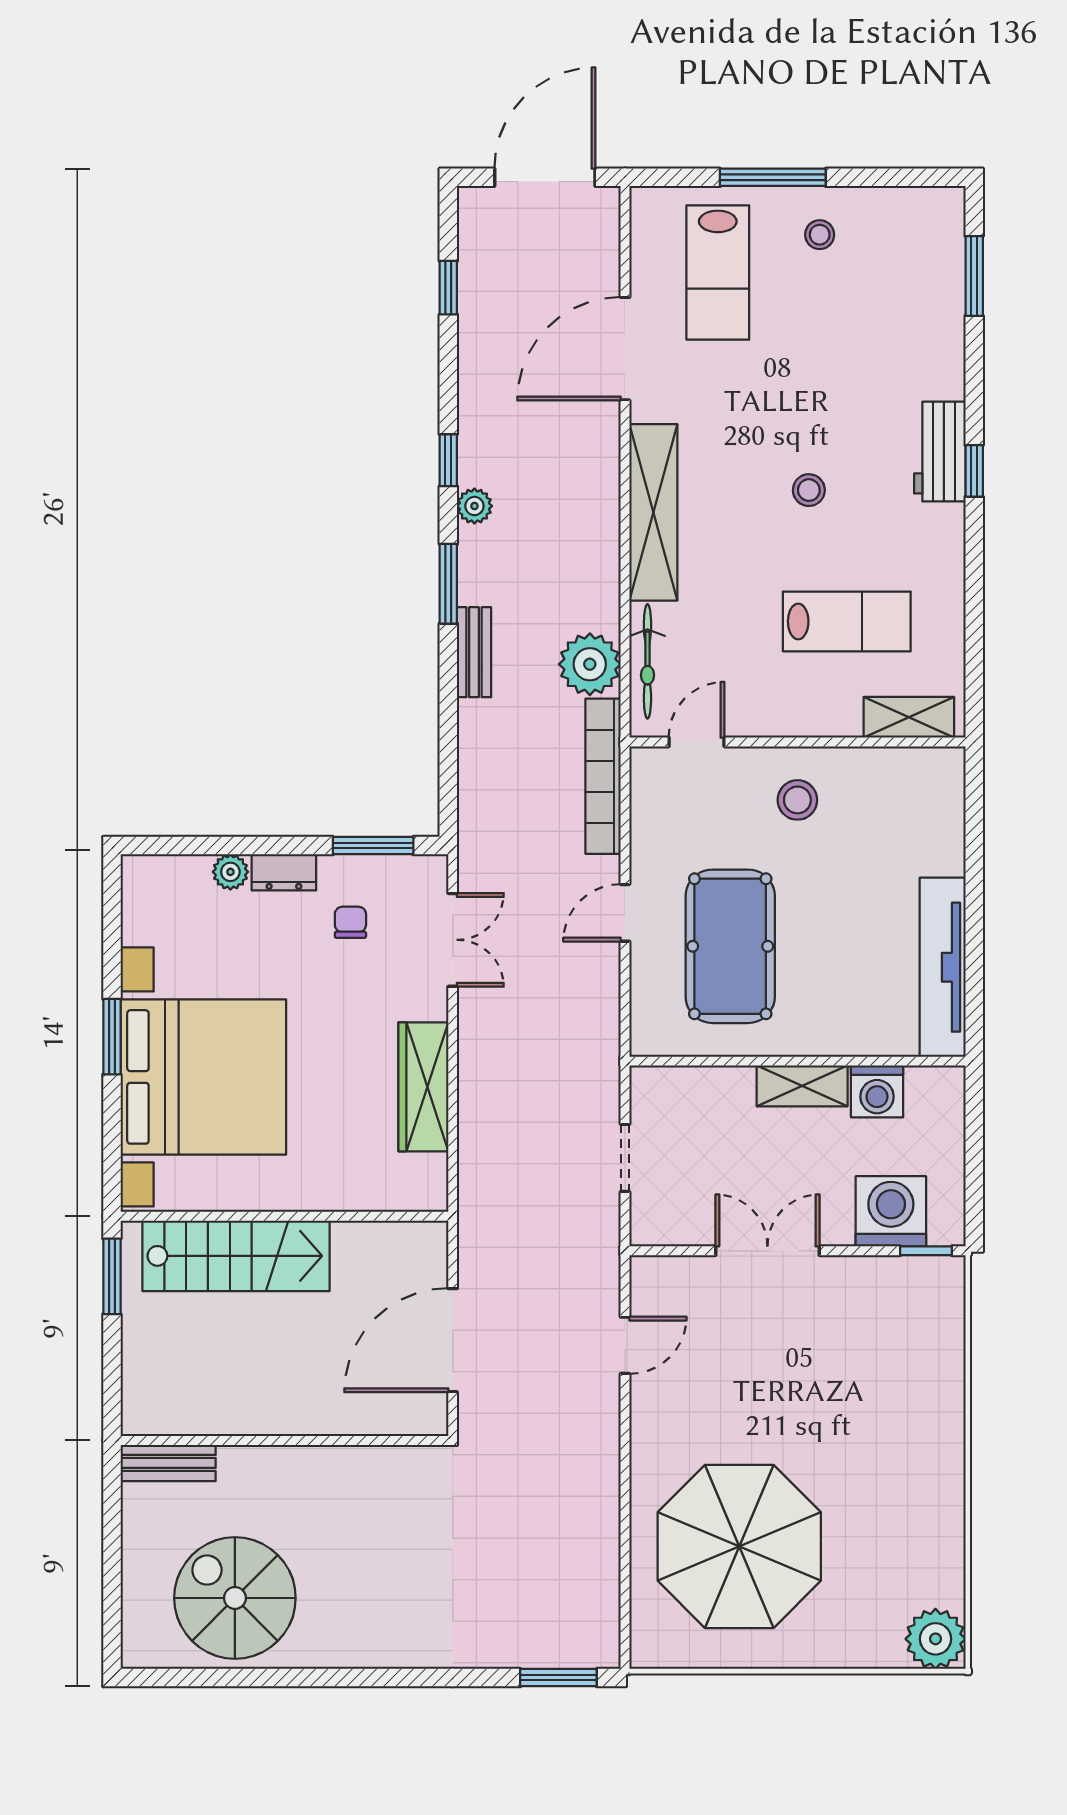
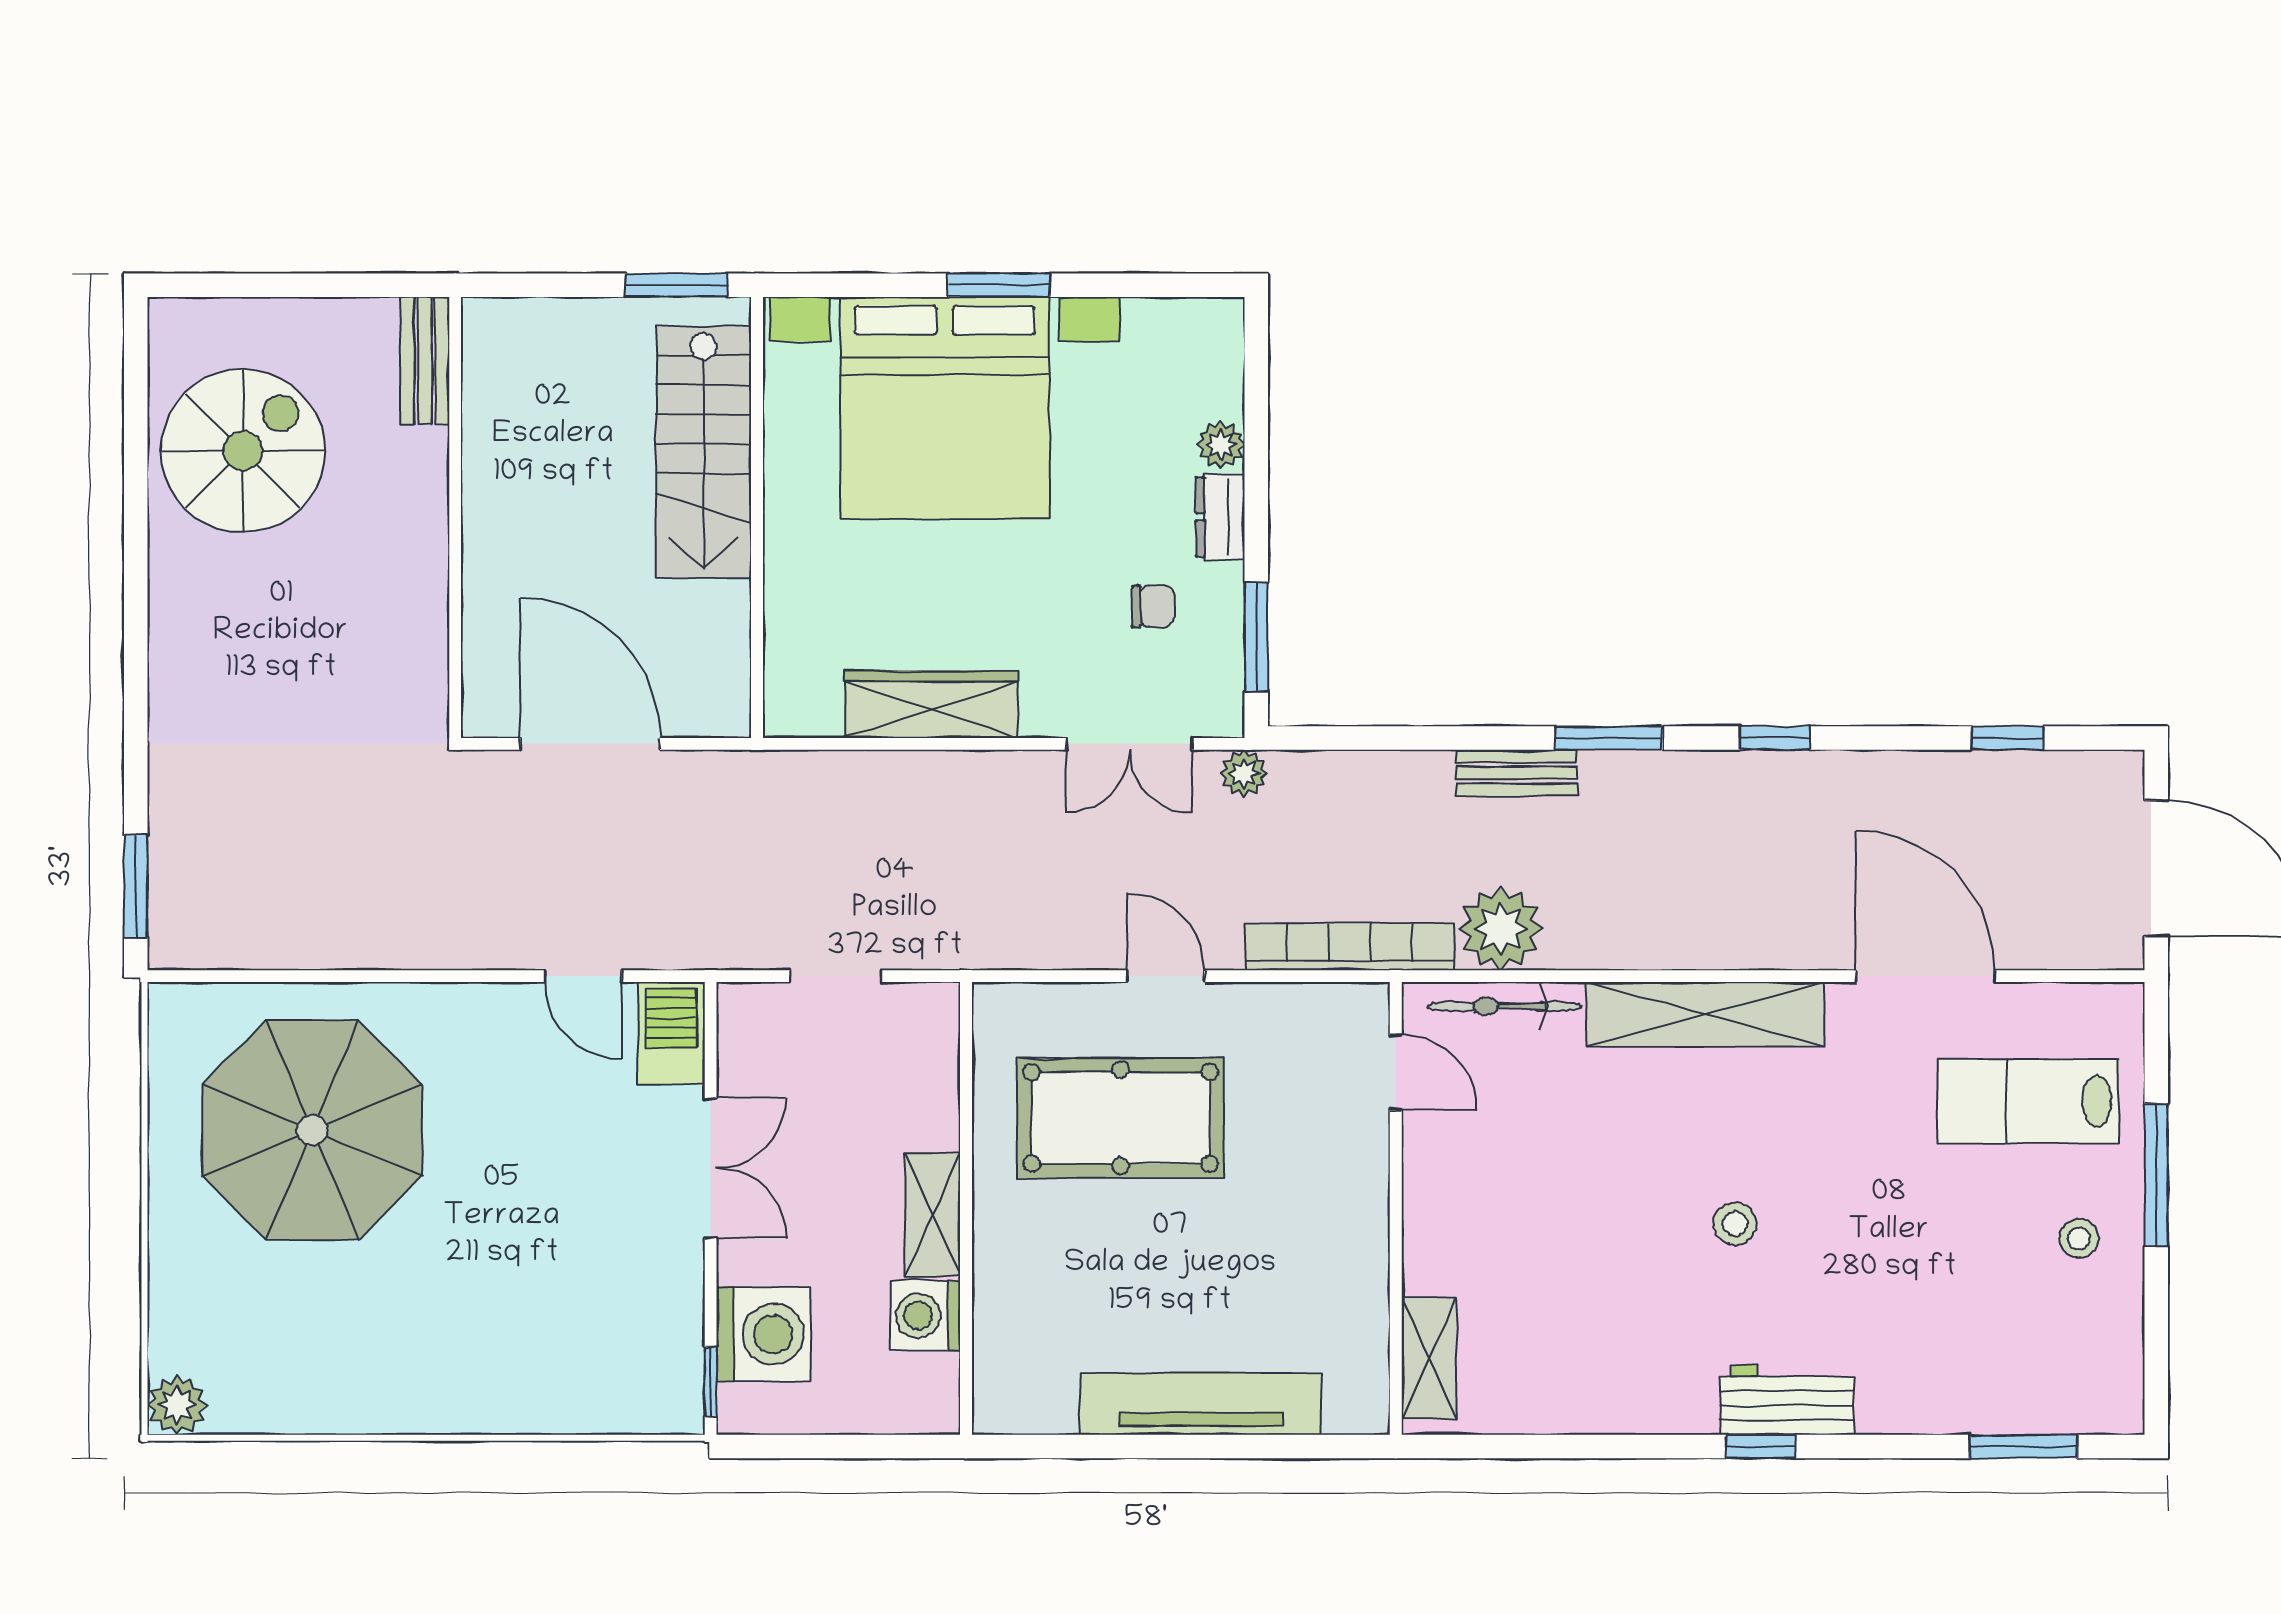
plant: (474, 506) -> (1244, 773), moved
lab bench: (847, 621) -> (1558, 1275), removed
stool: (797, 800) -> (1318, 1208), removed
tv unit: (943, 967) -> (1201, 1404), moved
barbecue: (667, 1280) -> (671, 1033), added
plant: (935, 1639) -> (177, 1405), width x0.73, depth x0.73

